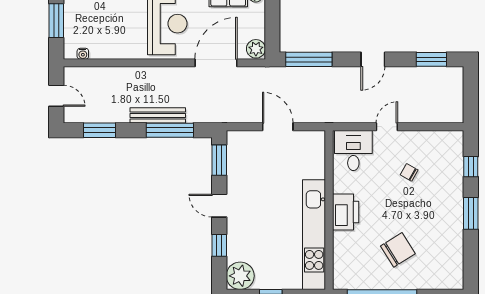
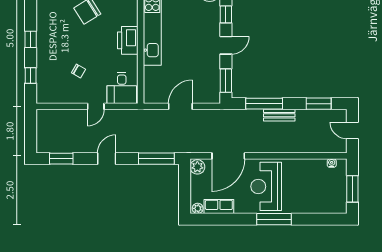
bench: (158, 115) -> (279, 115), width x0.73
door: (278, 127) -> (180, 106), swing flipped
door: (219, 206) -> (226, 45), hinge flipped
window: (471, 213) -> (31, 39), width x0.67

